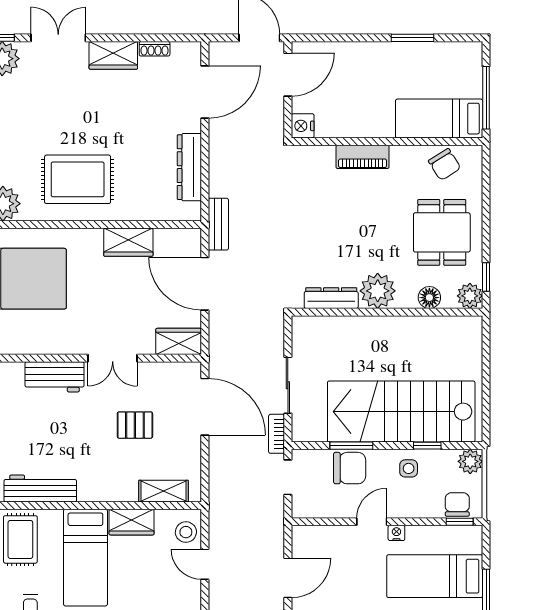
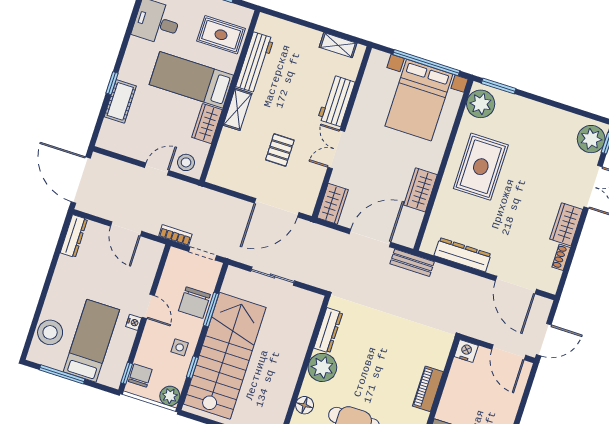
bookcase: (277, 434) -> (175, 235), moved
shelving: (164, 491) -> (238, 109), moved
chair: (457, 504) -> (140, 376), turned -90

